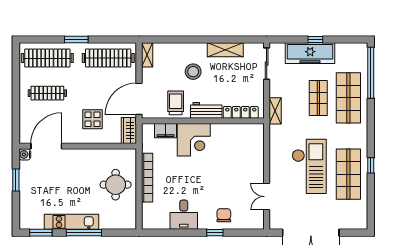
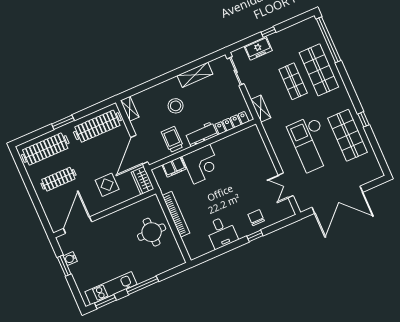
freezer: (310, 53) -> (258, 48), width x0.52, depth x0.79
water cooler: (25, 154) -> (70, 259), moved
checkout: (309, 166) -> (311, 144), turned 180
kitchen unit: (71, 222) -> (111, 288), moved

